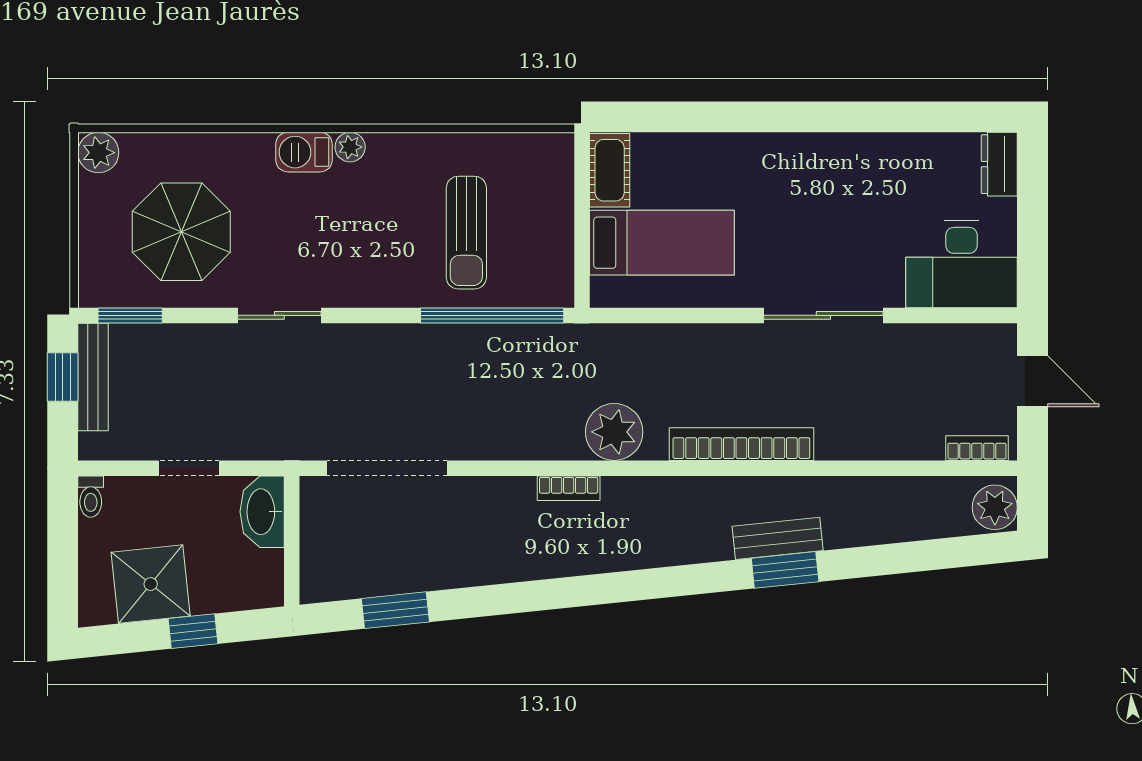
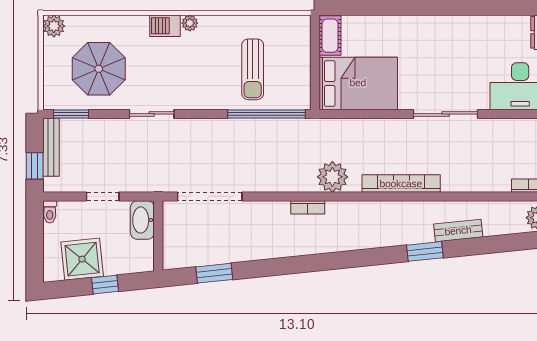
bed: (662, 243) -> (358, 83), width x1.50
window: (63, 377) -> (35, 166), moved
bench: (778, 538) -> (458, 231), moved

